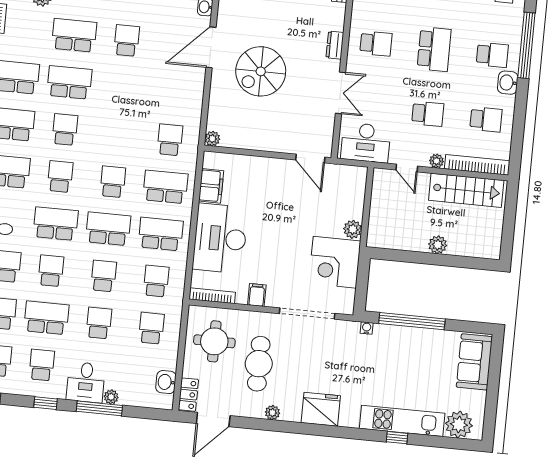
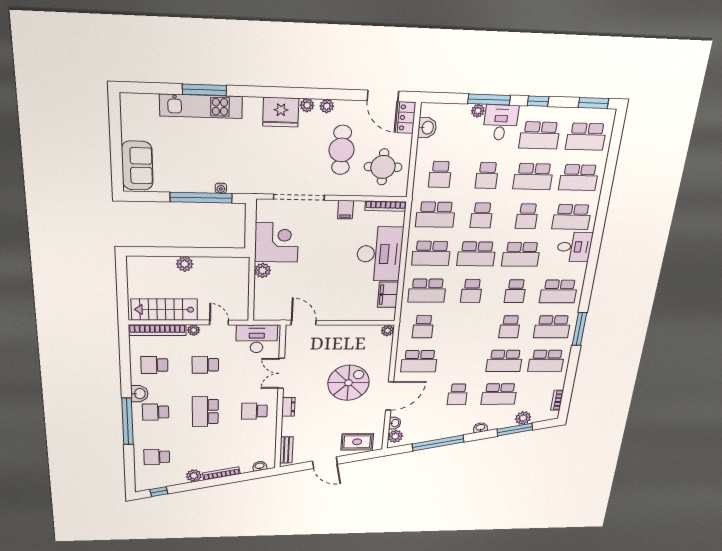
school desk: (175, 93) -> (419, 361), added
school desk: (156, 281) -> (436, 215), width x1.85
water cooler: (367, 328) -> (221, 188), moved
school desk: (42, 365) -> (540, 135), width x1.85
door: (213, 420) -> (383, 96), swing flipped
plant: (459, 425) -> (307, 105), moved, width x0.53, depth x0.53
window: (397, 438) -> (204, 90), width x2.17

